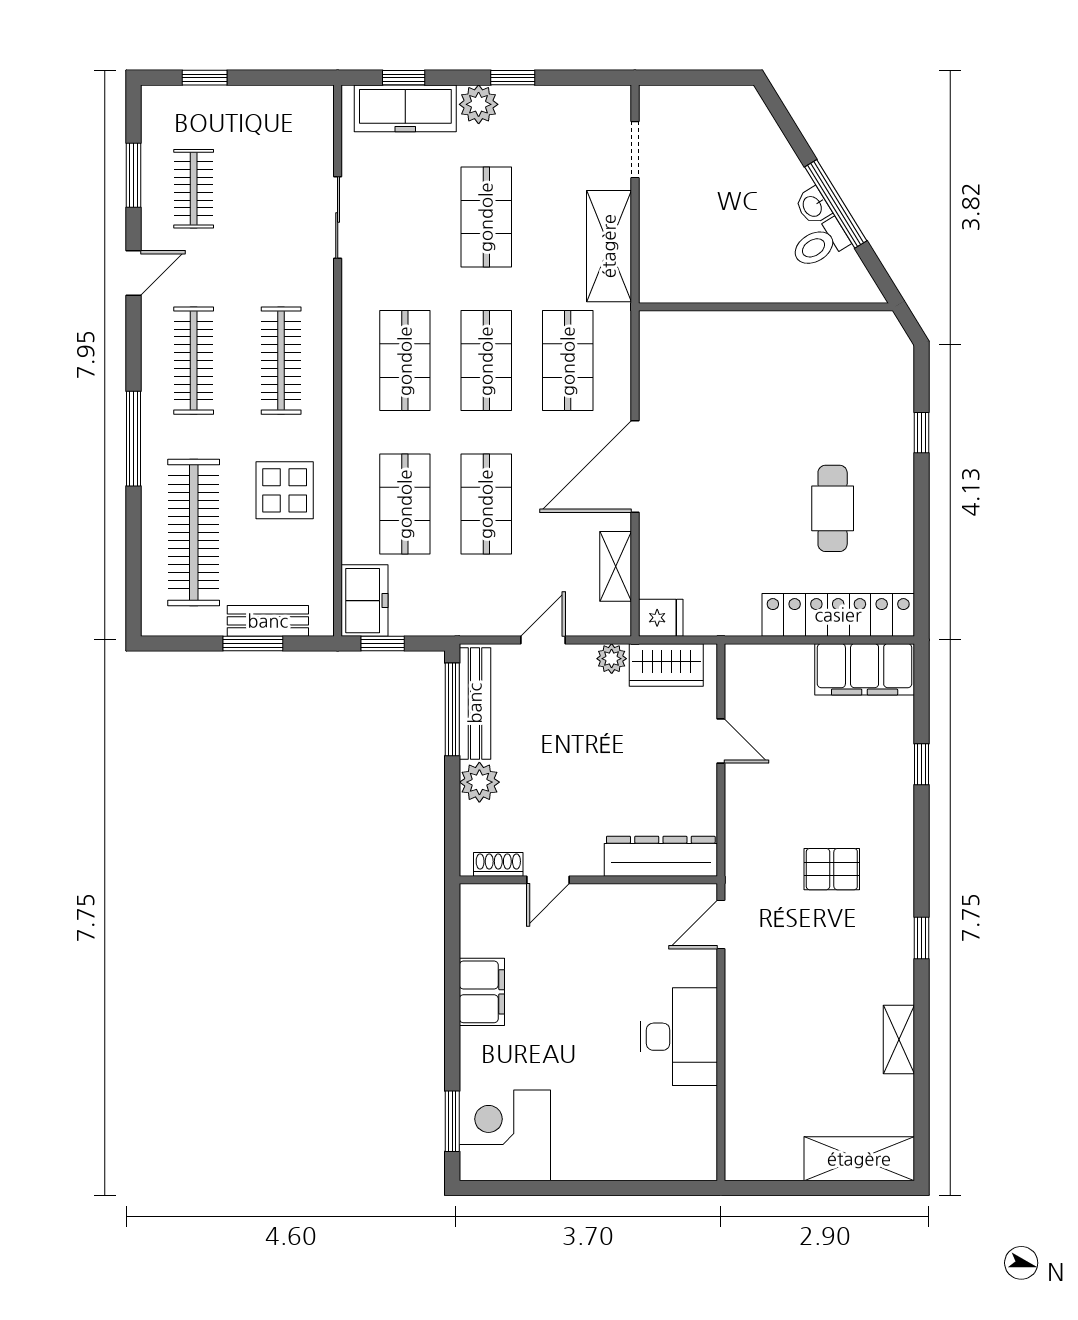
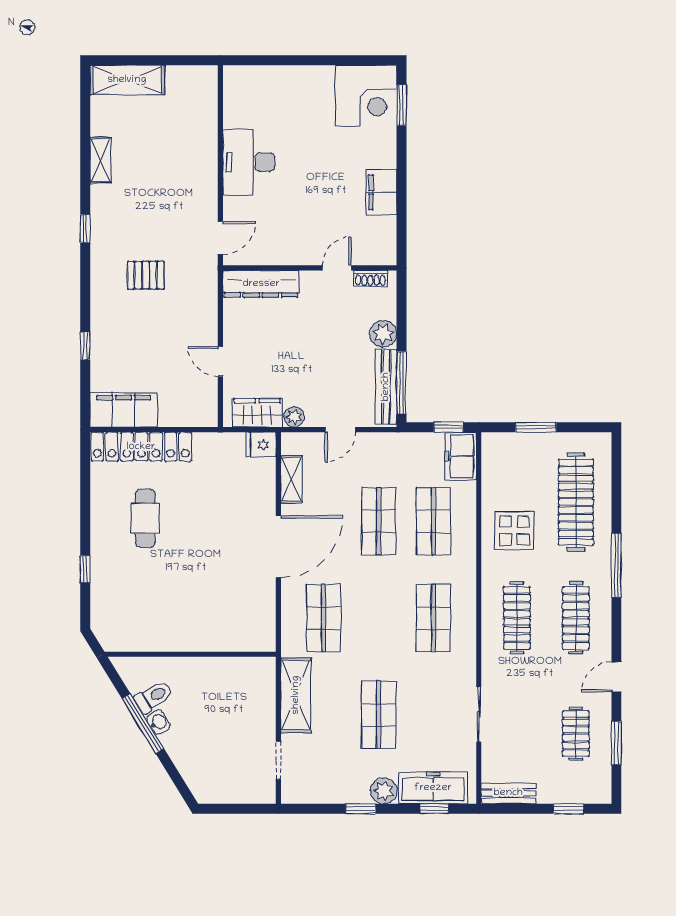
shop shelf: (486, 361) -> (379, 618), removed
bench: (268, 621) -> (508, 793), moved

